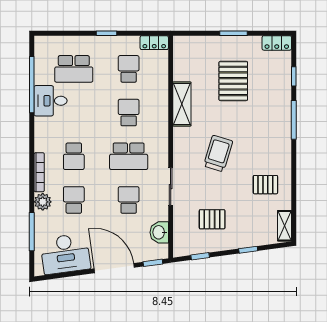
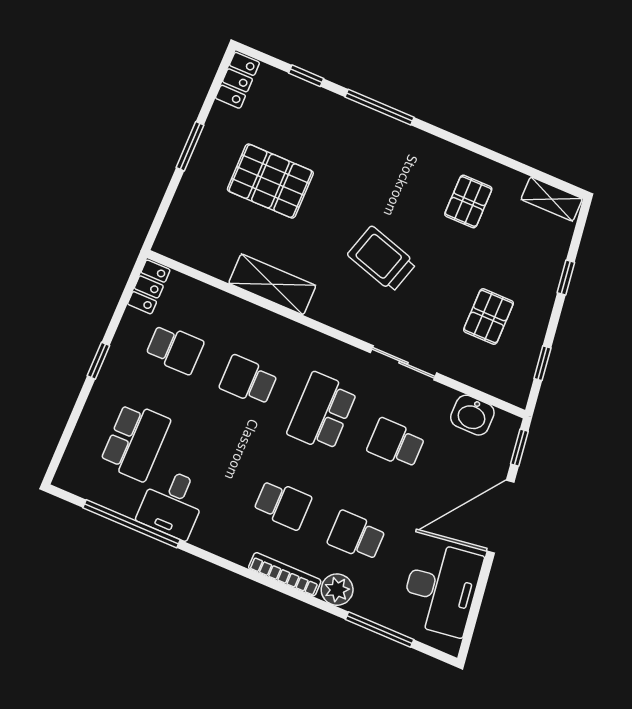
school desk: (129, 69) -> (175, 349), turned 180
school desk: (129, 156) -> (322, 412), turned 180

